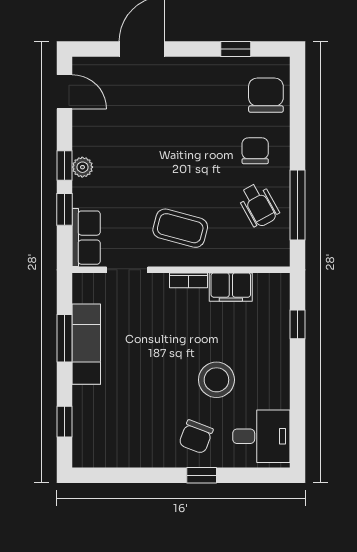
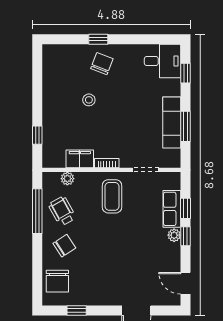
chair: (255, 151) -> (64, 246), turned -123
coffee table: (180, 228) -> (112, 196), turned 75
row of seats: (86, 238) -> (172, 209), moved
plant: (250, 256) -> (67, 179), added
stool: (216, 380) -> (89, 100), width x0.53, depth x0.53
desk: (261, 436) -> (163, 61), moved, turned 180

